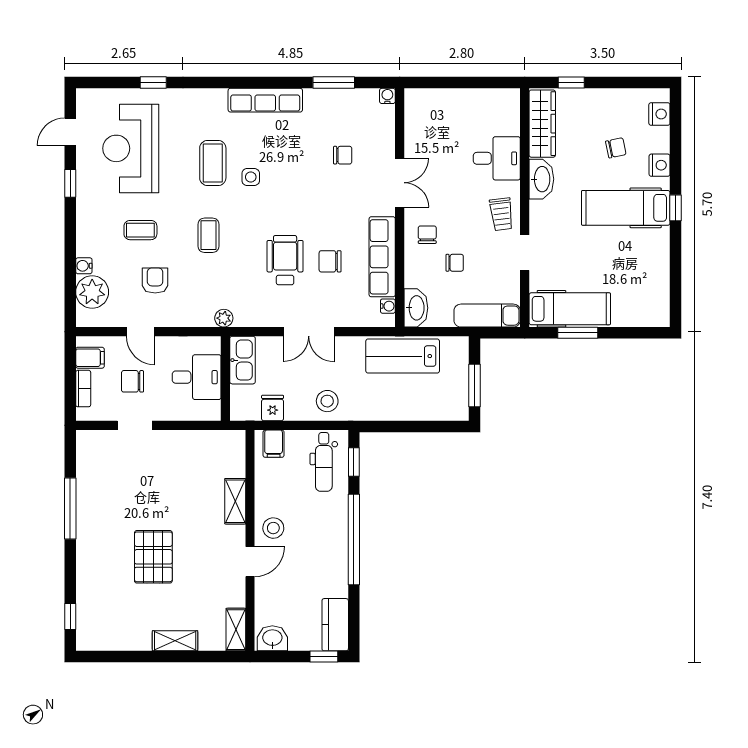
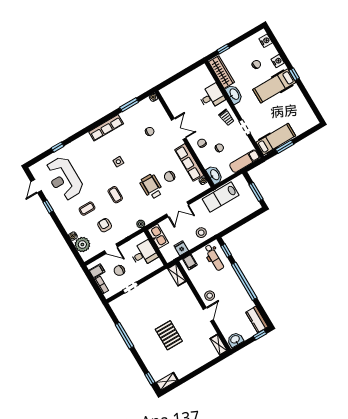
coffee table: (213, 163) -> (100, 165), removed
shelving: (235, 501) -> (177, 275), moved
shelving: (175, 641) -> (167, 381), moved

